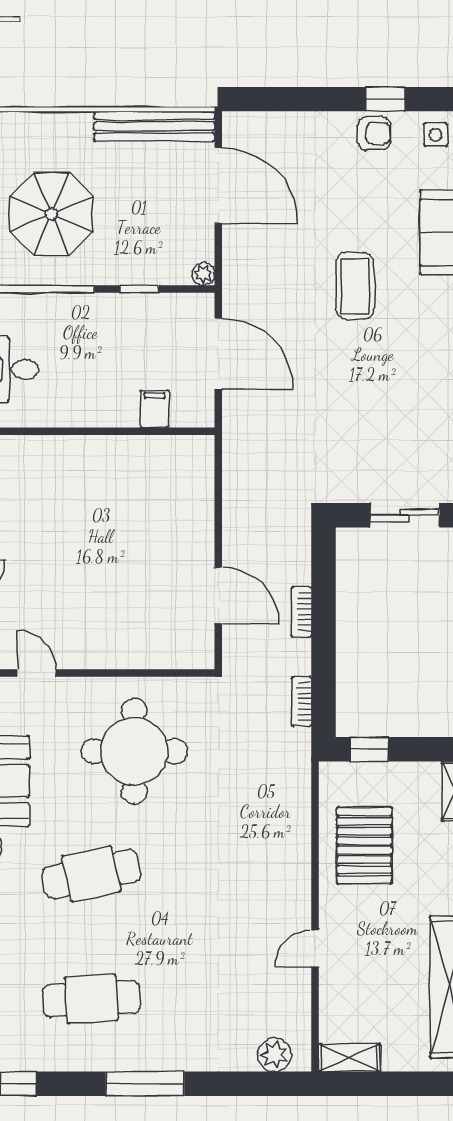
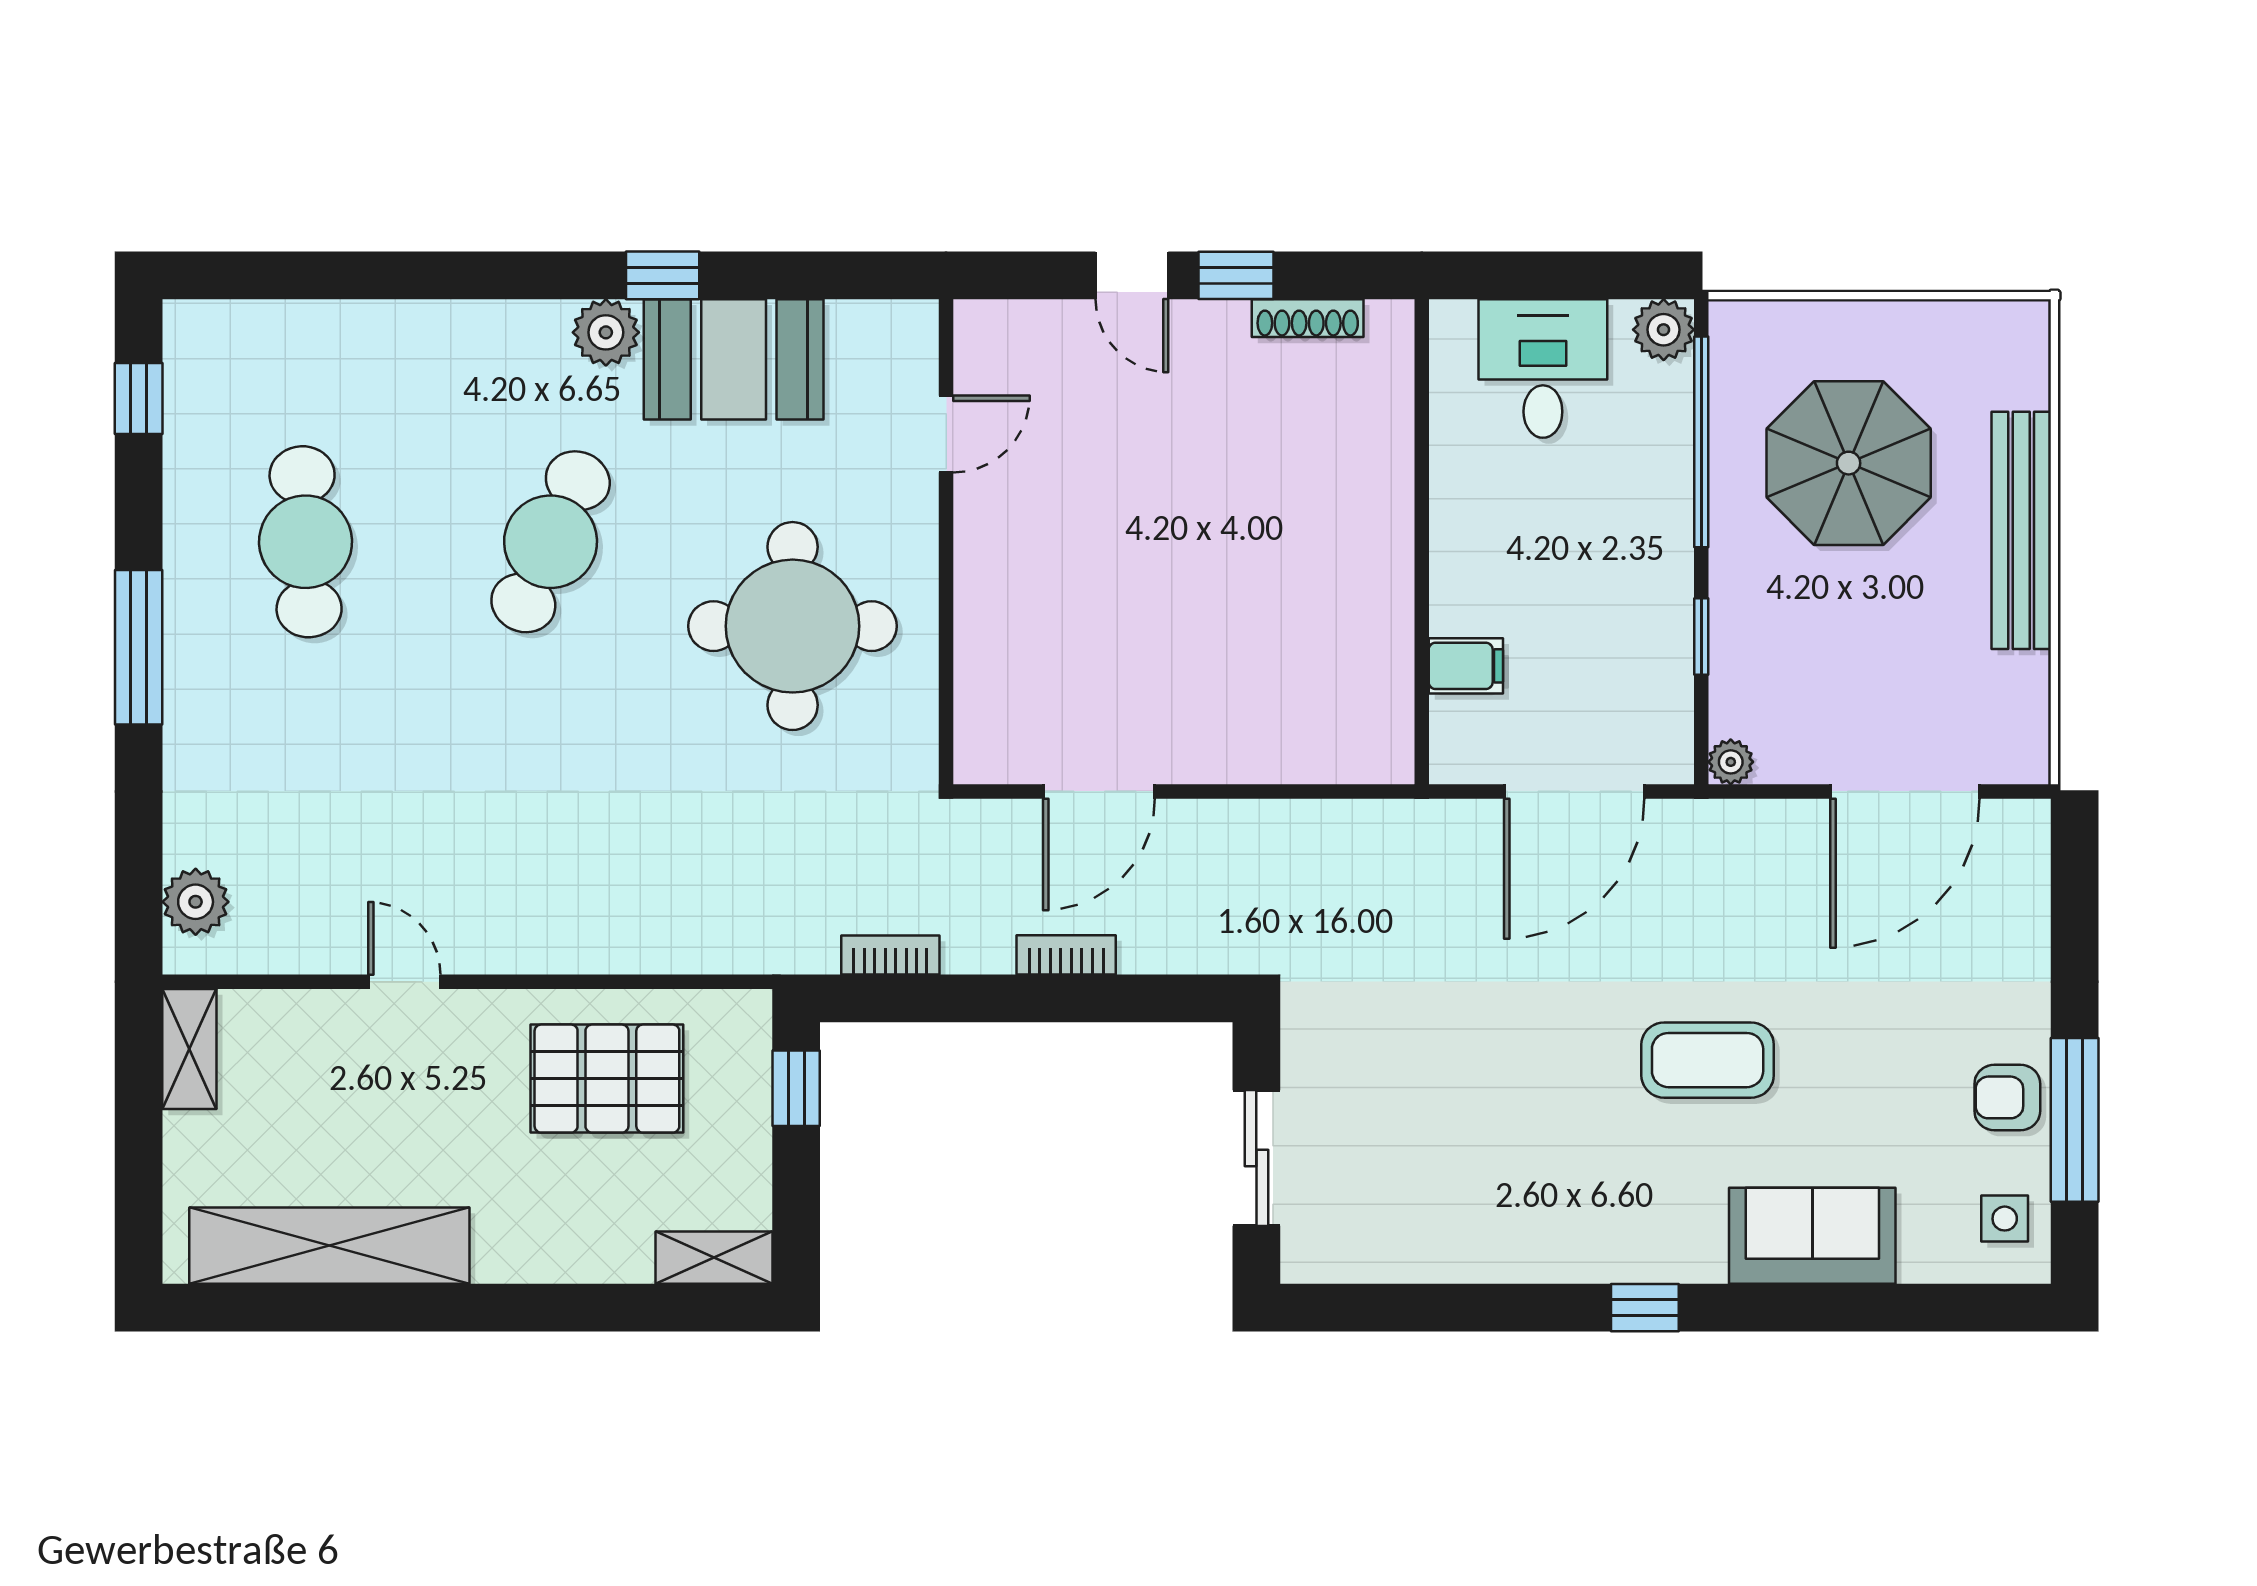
window: (385, 99) -> (2075, 1120), width x2.17
bench: (154, 126) -> (2021, 530), moved
armchair: (374, 133) -> (2007, 1097), turned 90
cafe table: (91, 874) -> (551, 542), turned 36

